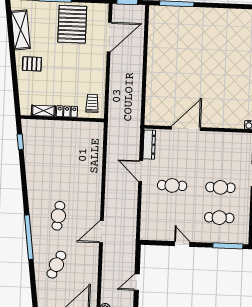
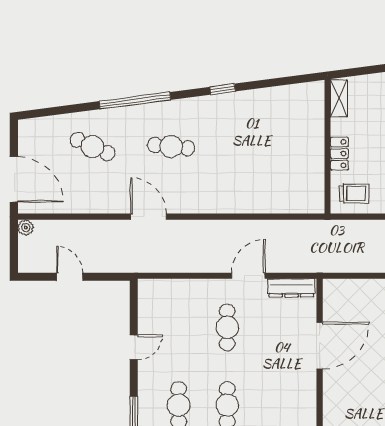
shelving: (43, 111) -> (339, 98), moved
door: (186, 128) -> (320, 346), hinge flipped
window: (20, 142) -> (223, 89), moved

